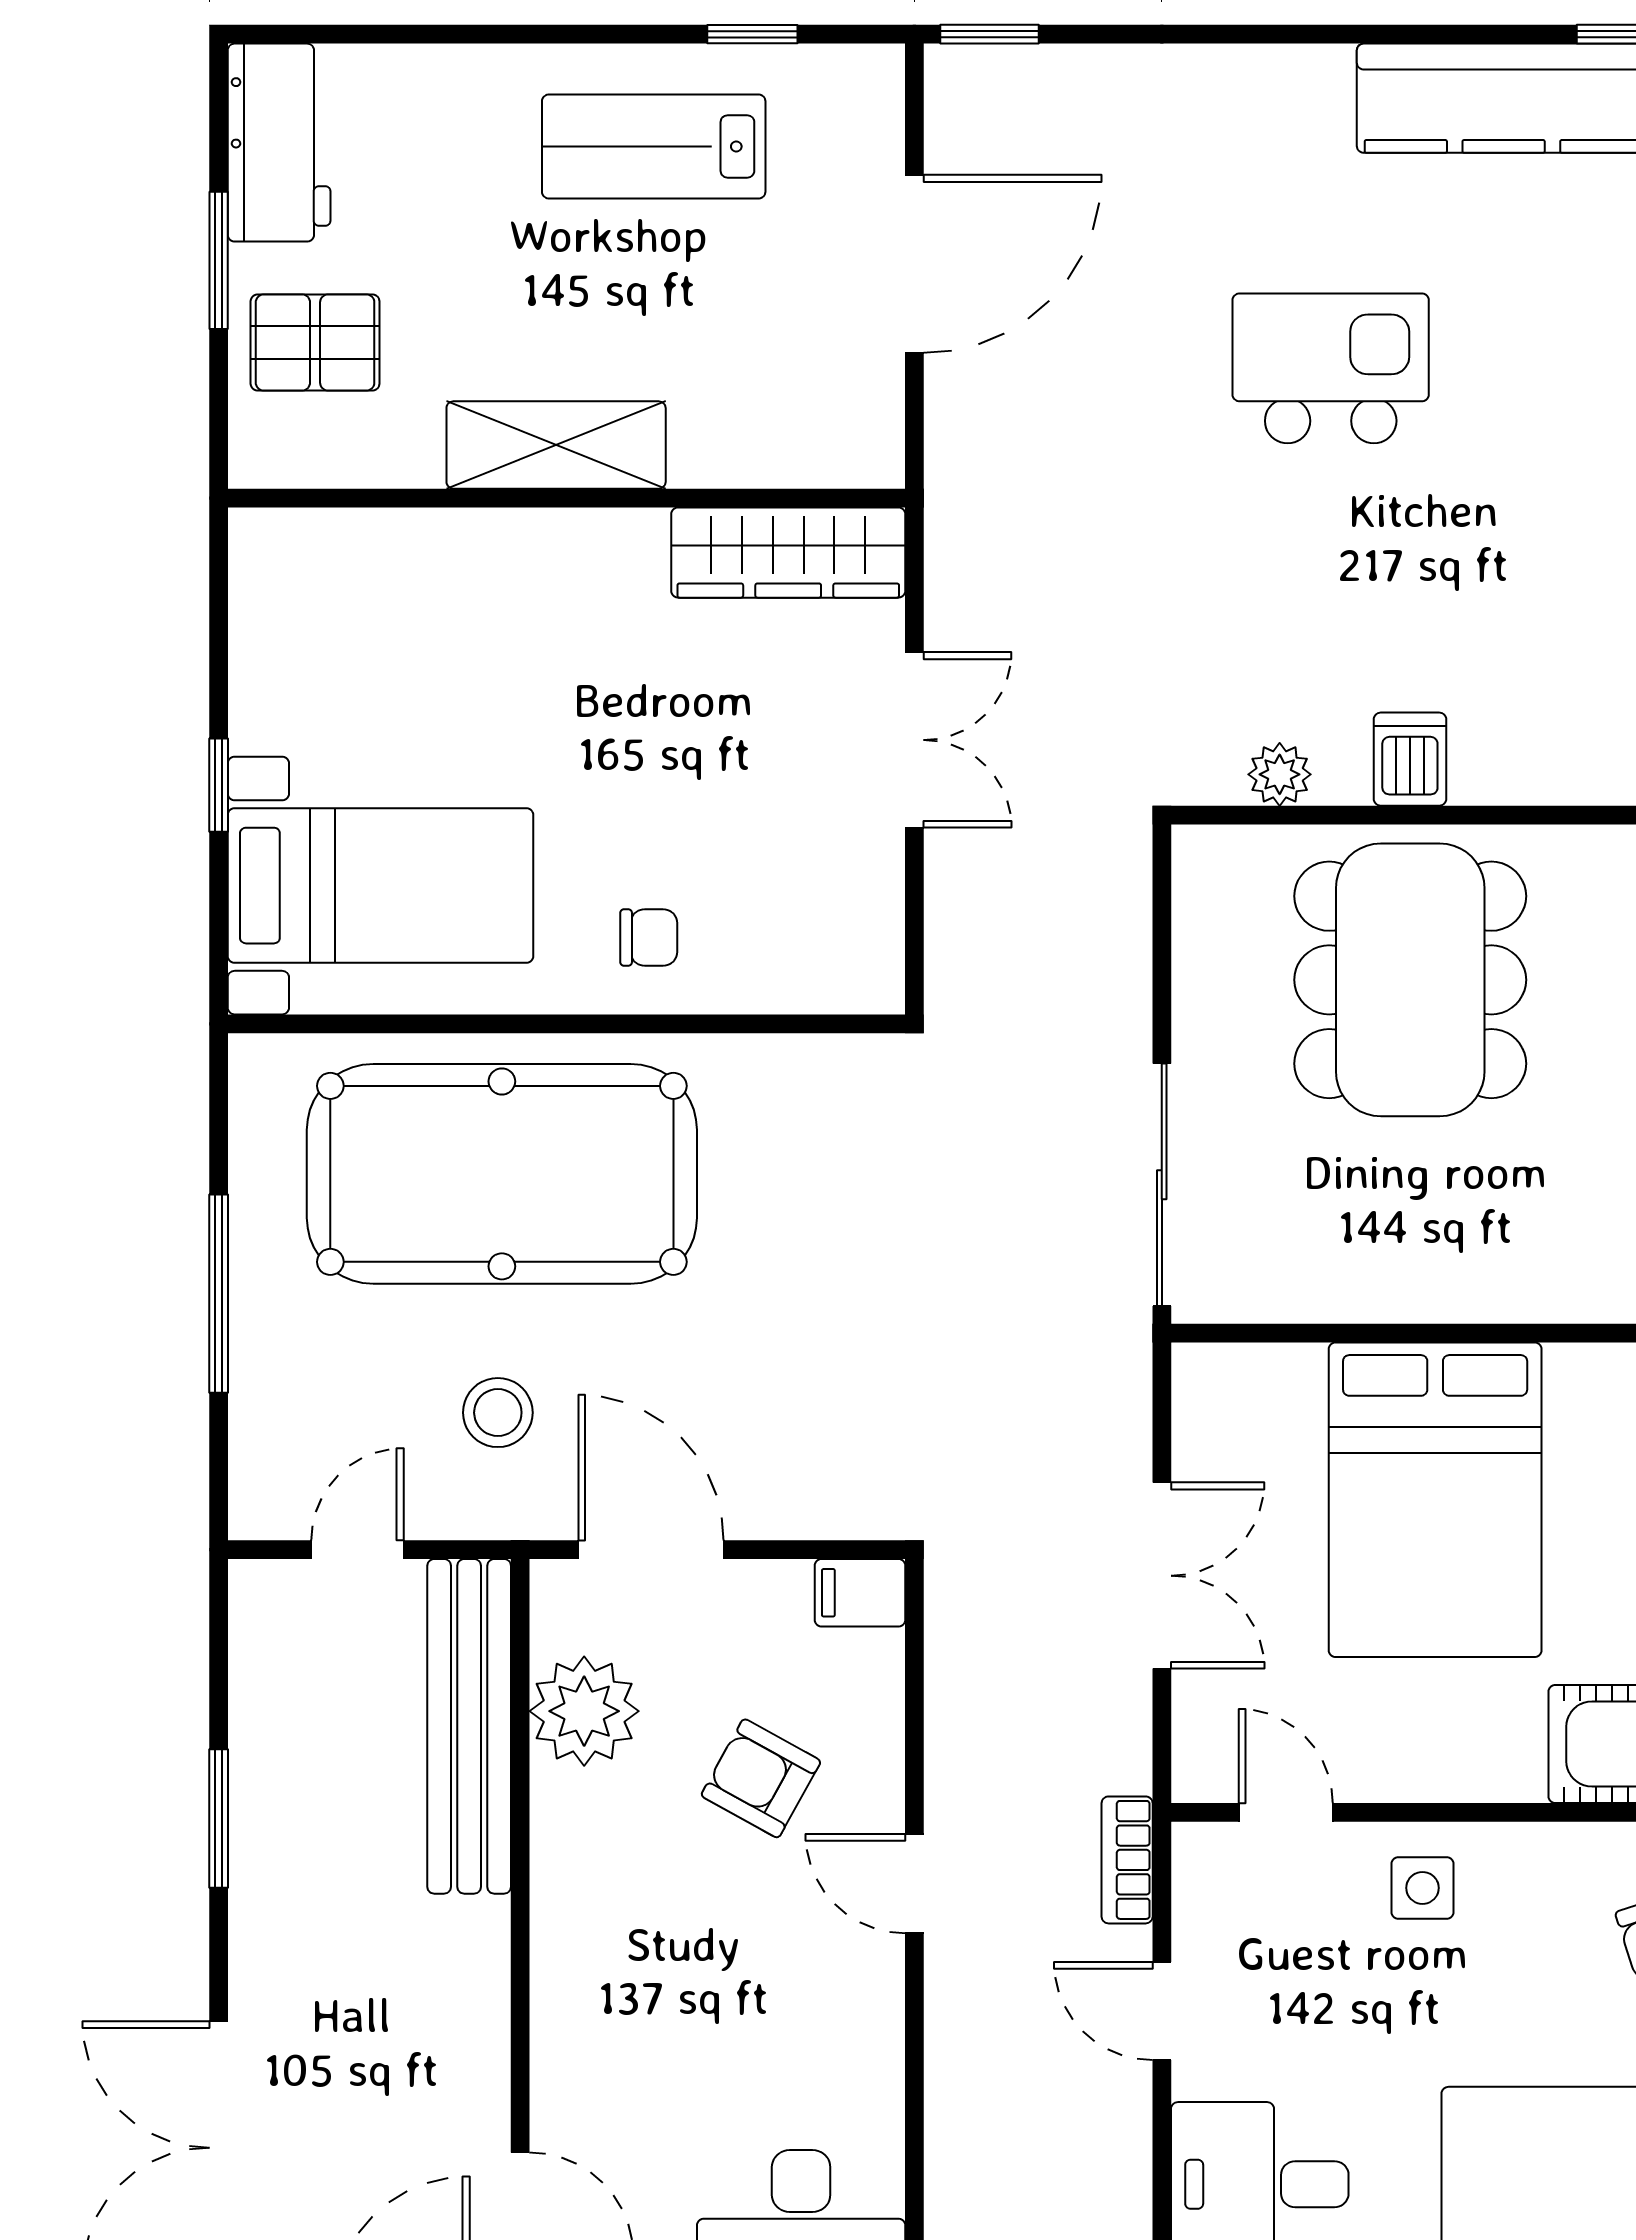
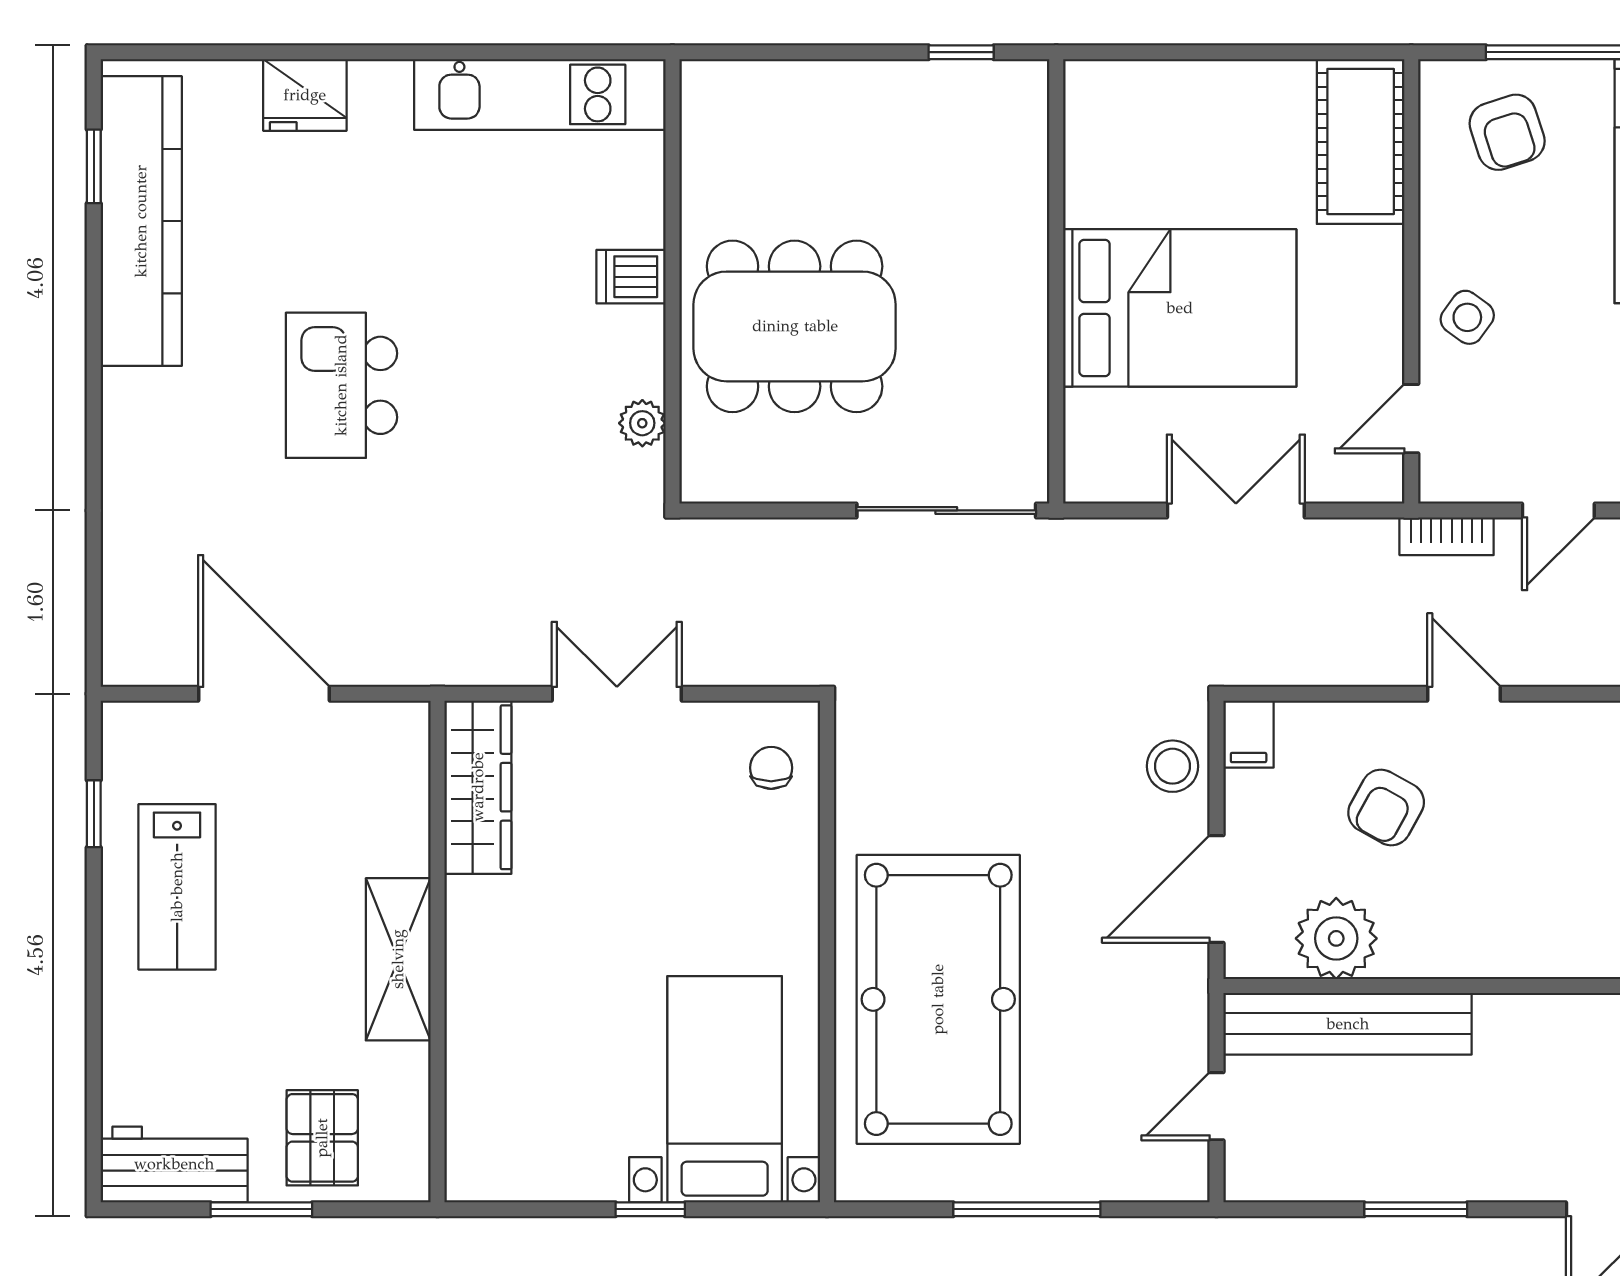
window: (989, 34) -> (94, 638), removed
dishwasher: (1410, 759) -> (631, 277), moved
chair: (649, 938) -> (771, 768), moved
stool: (498, 1413) -> (1173, 766), moved
door: (358, 1550) -> (1217, 1106), hinge flipped
door: (914, 1884) -> (1464, 694), swing flipped
side table: (1422, 1888) -> (1467, 317), turned 36

